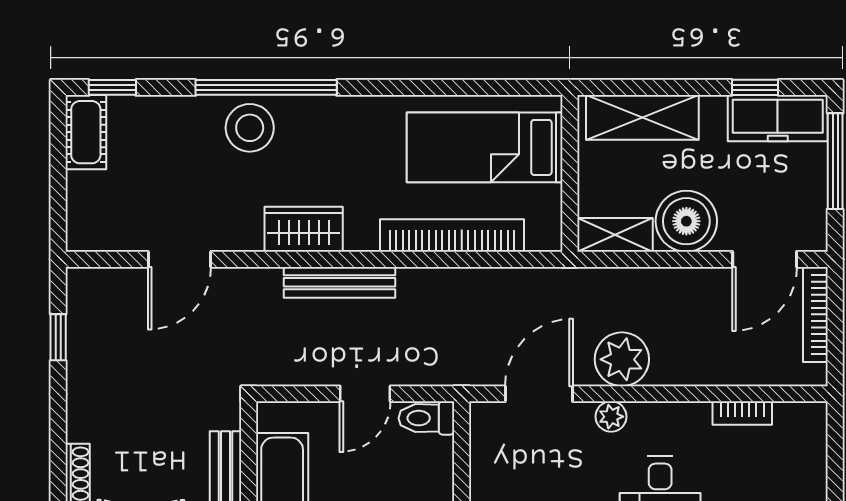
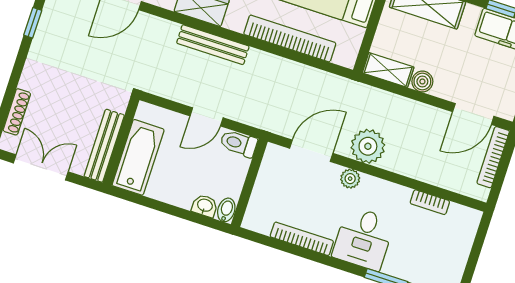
boiler: (686, 221) -> (422, 81), width x0.54, depth x0.54

